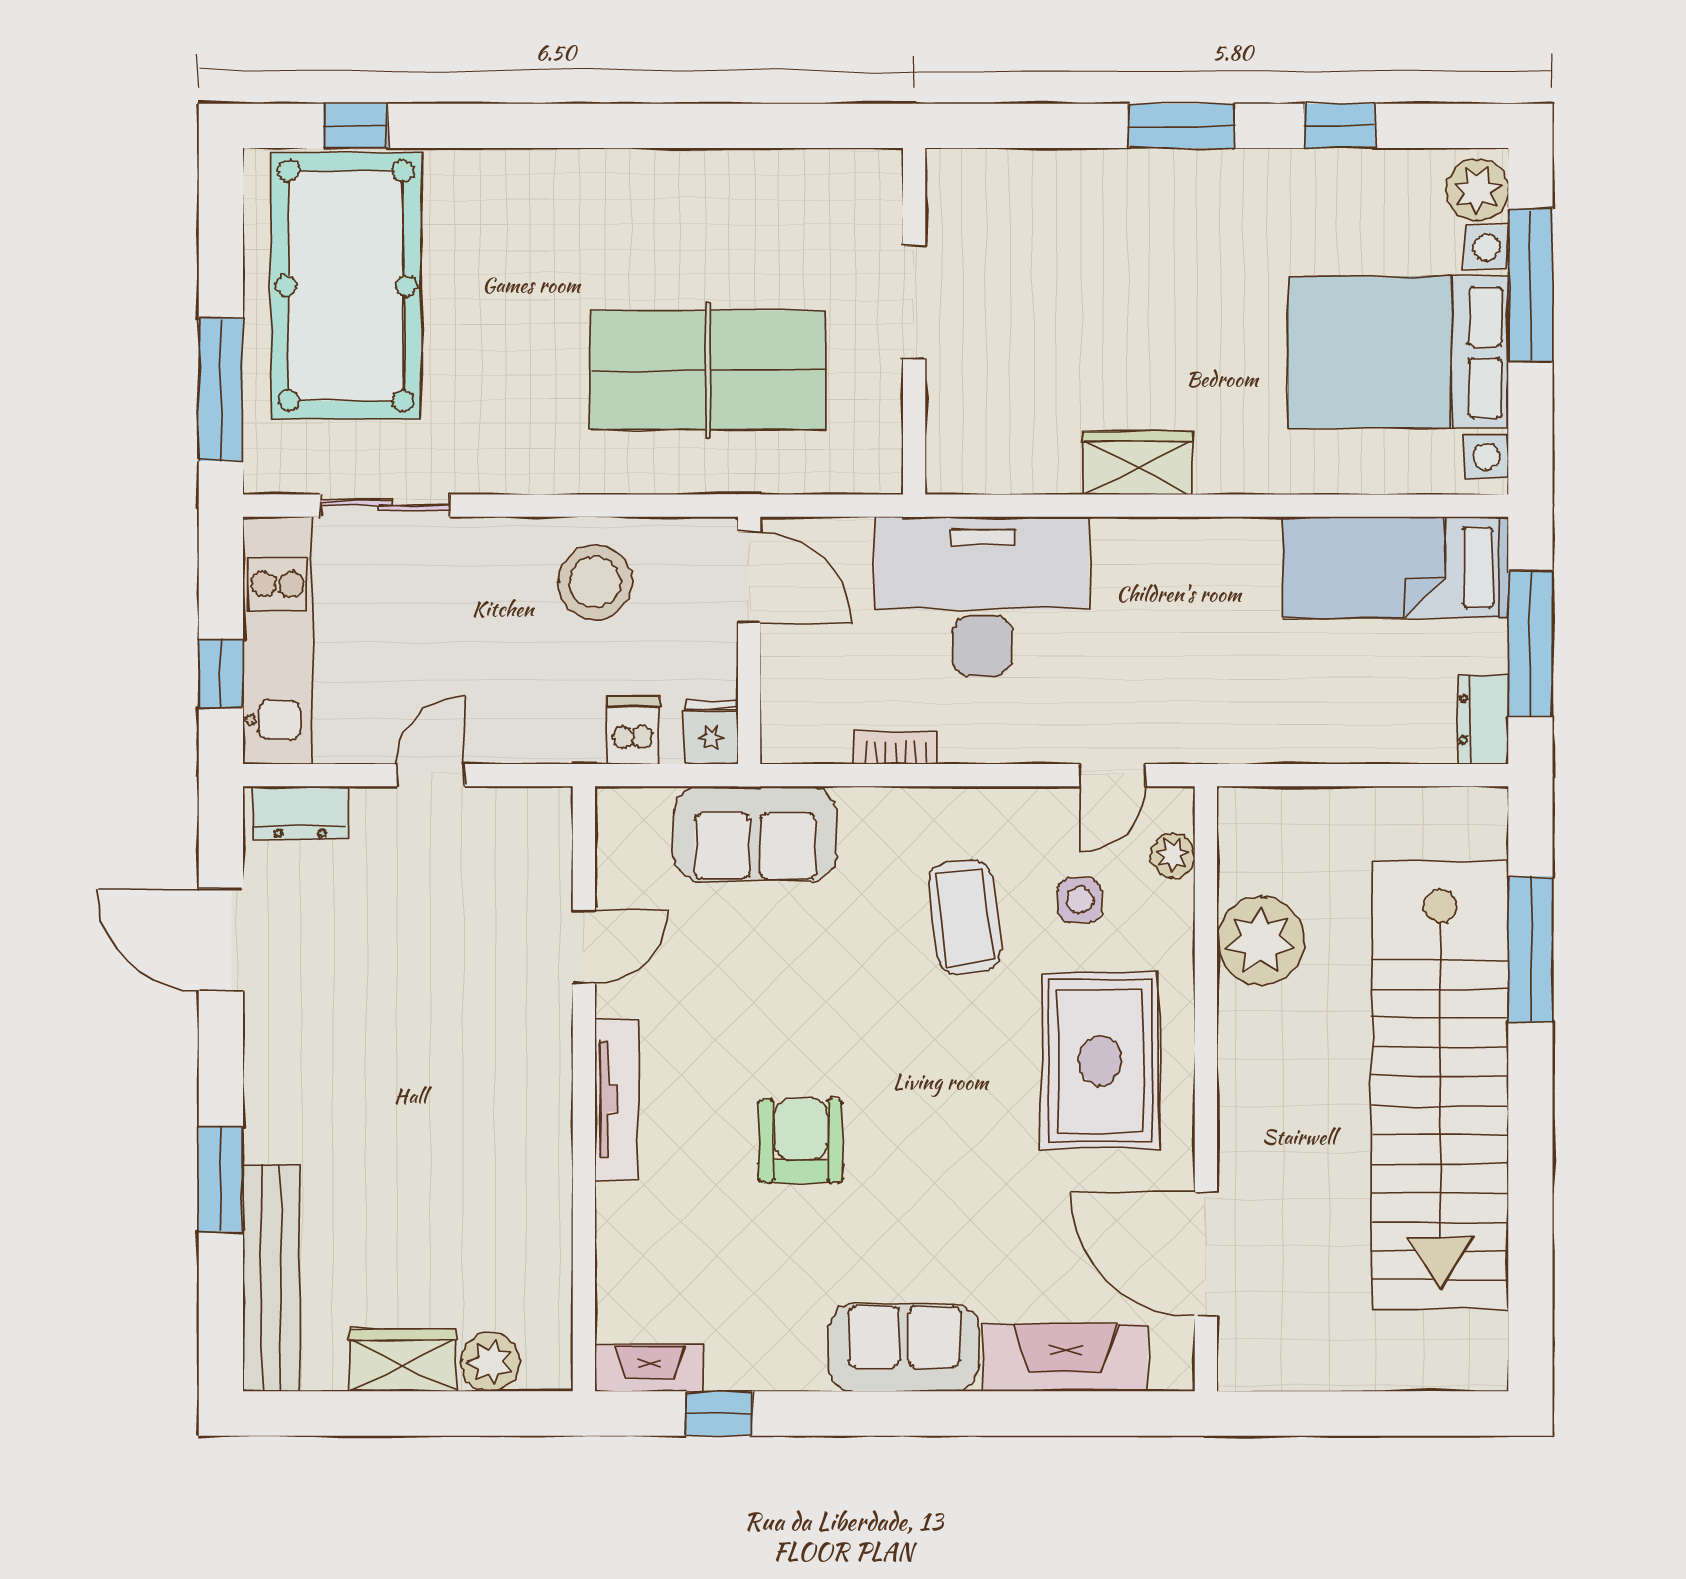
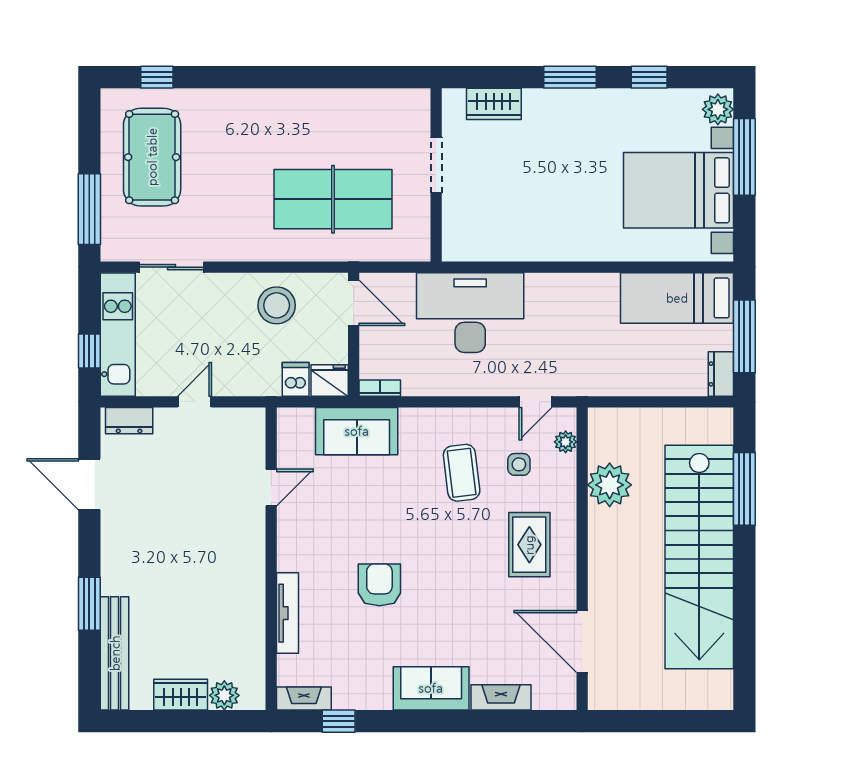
pool table: (346, 286) -> (152, 157), width x0.73, depth x0.76
wardrobe: (1138, 463) -> (494, 104), moved, turned 180
fridge: (711, 732) -> (330, 380), width x1.38
bookcase: (896, 748) -> (380, 388), moved
rug: (1100, 1061) -> (529, 545), width x0.73, depth x0.70
tv unit: (617, 1099) -> (288, 613), moved
fireplace: (1066, 1358) -> (501, 697), width x0.73, depth x0.76

